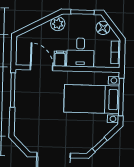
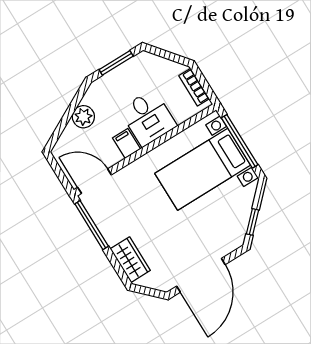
plant: (58, 24) -> (83, 117), moved
floor lamp: (103, 28) -> (157, 66), removed
door: (42, 68) -> (95, 181), moved
wardrobe: (21, 122) -> (130, 260), added

